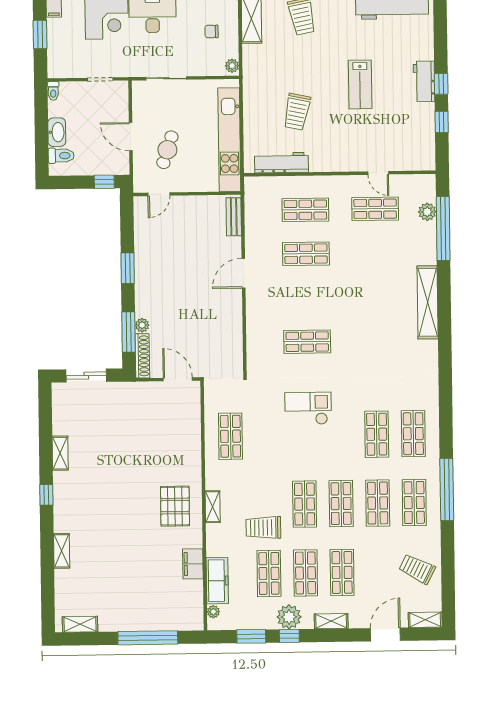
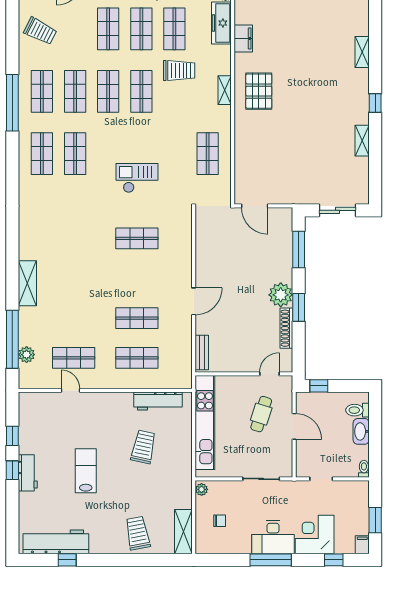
shelving: (428, 302) -> (27, 283), width x0.68
plant: (142, 325) -> (281, 295), moved, width x1.88, depth x1.88
shoe rack: (142, 356) -> (286, 328), moved
checkout: (308, 408) -> (137, 178), turned 180

